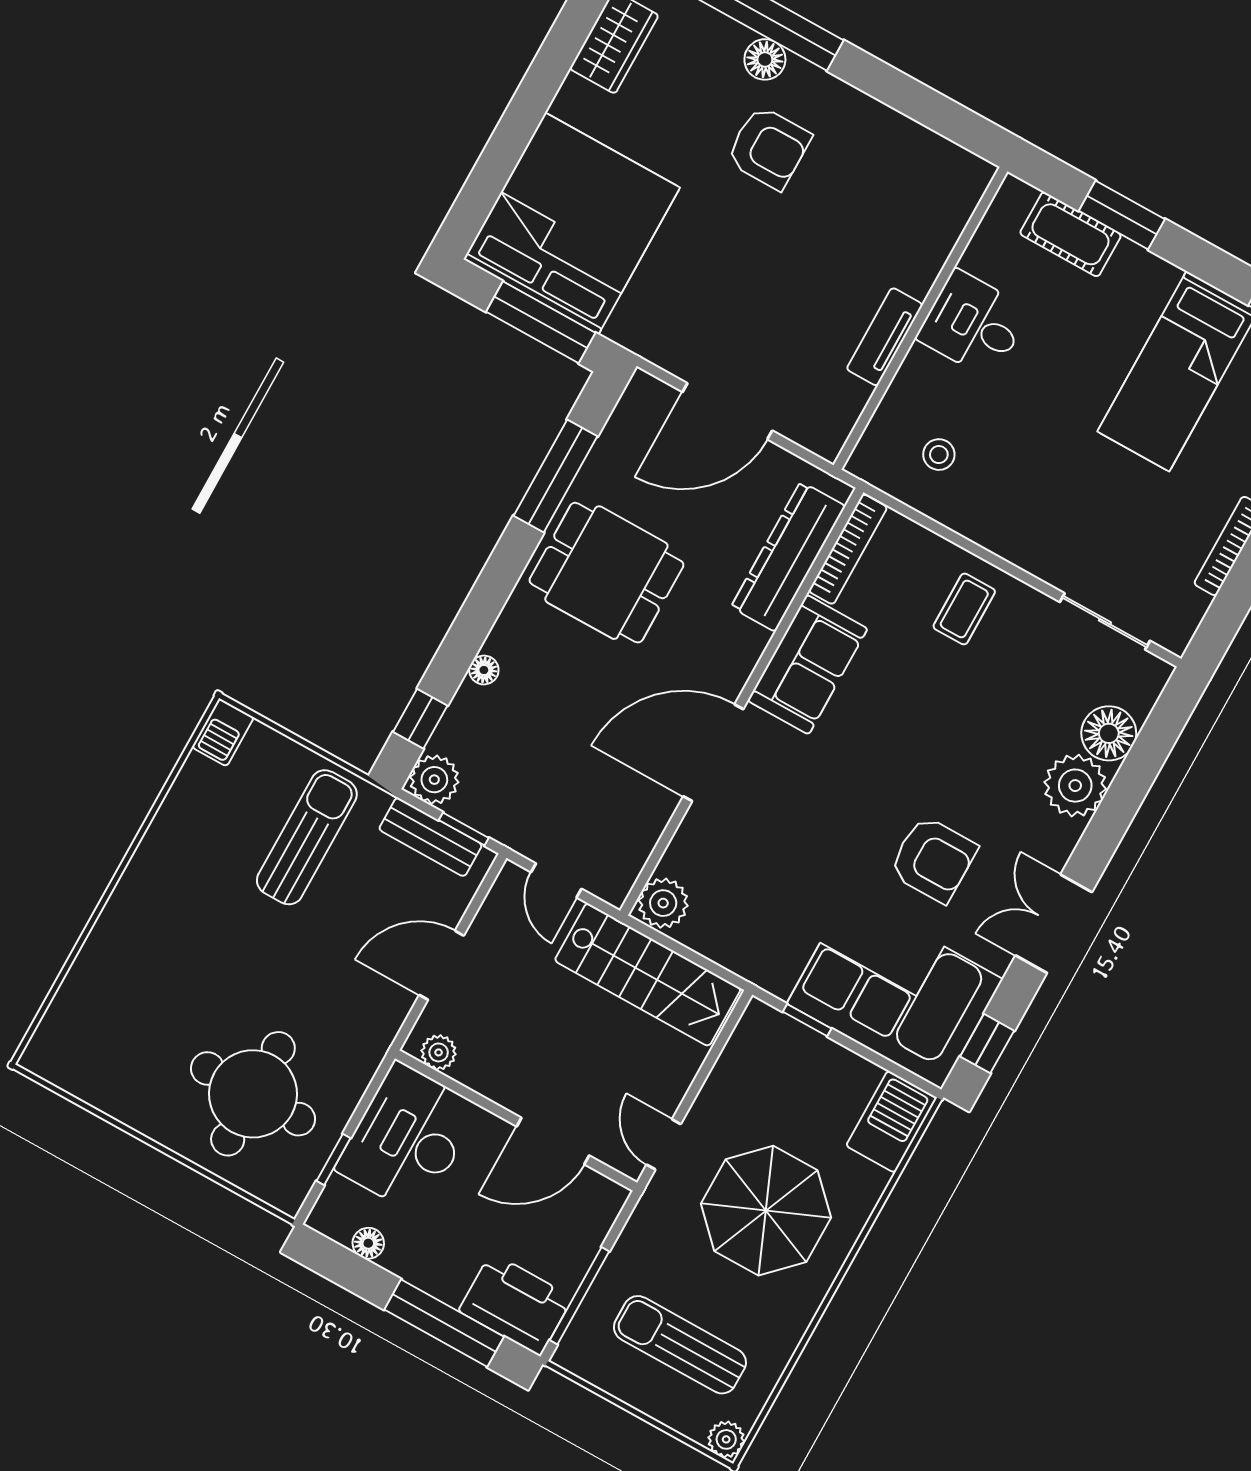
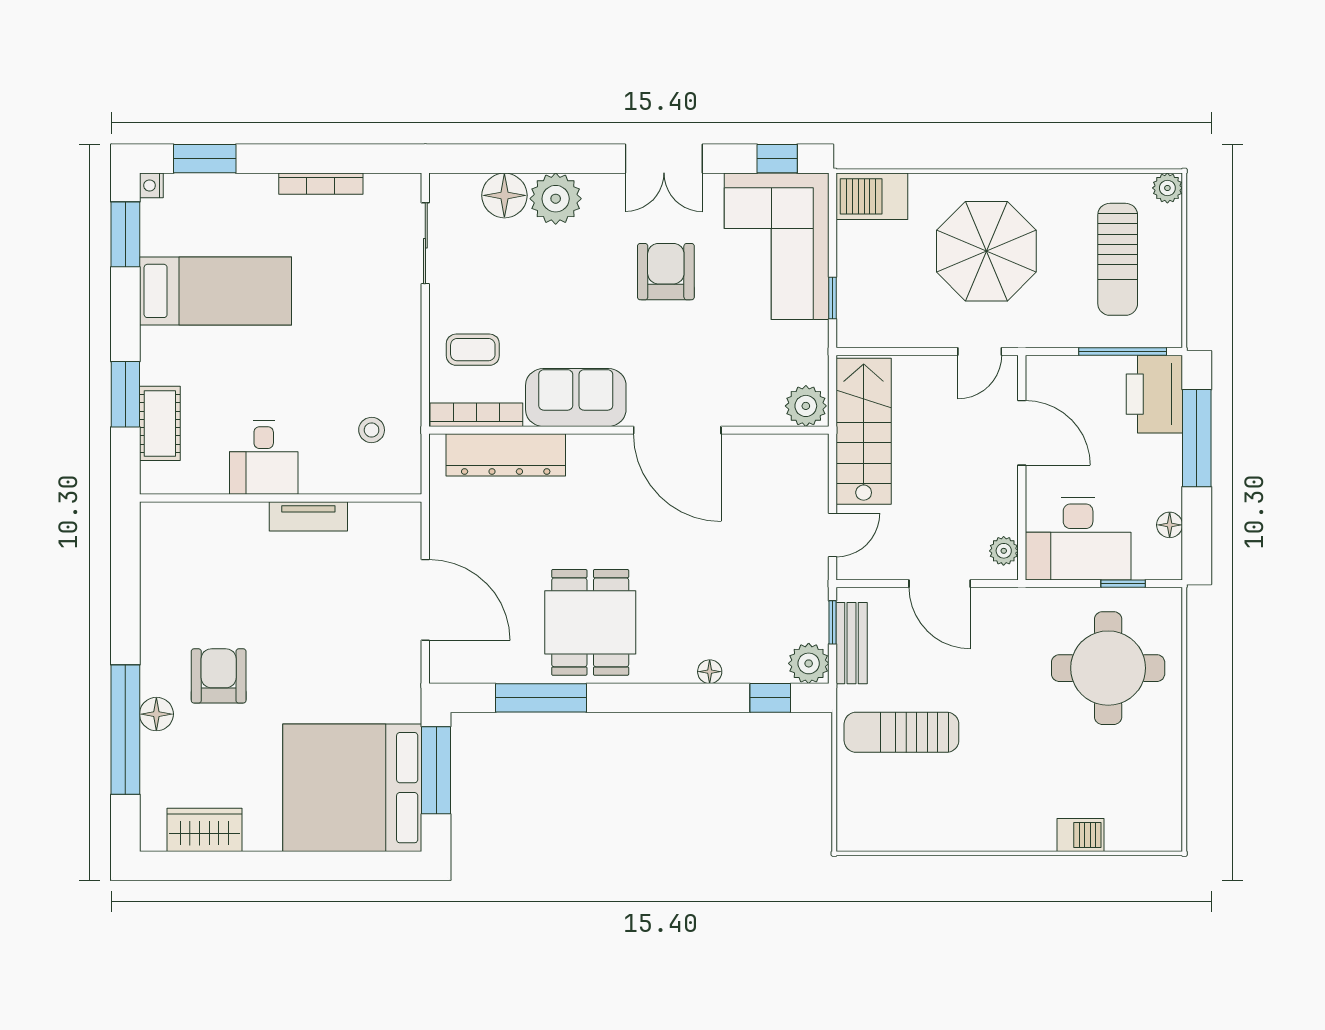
bookcase: (848, 549) -> (476, 415), moved
dresser: (788, 557) -> (506, 455), moved
sofa: (808, 665) -> (576, 397), moved
wall: (742, 702) -> (629, 430), moved
barbecue: (223, 732) -> (1080, 835), moved
door: (713, 753) -> (677, 430), moved
plant: (663, 903) -> (806, 406), moved

